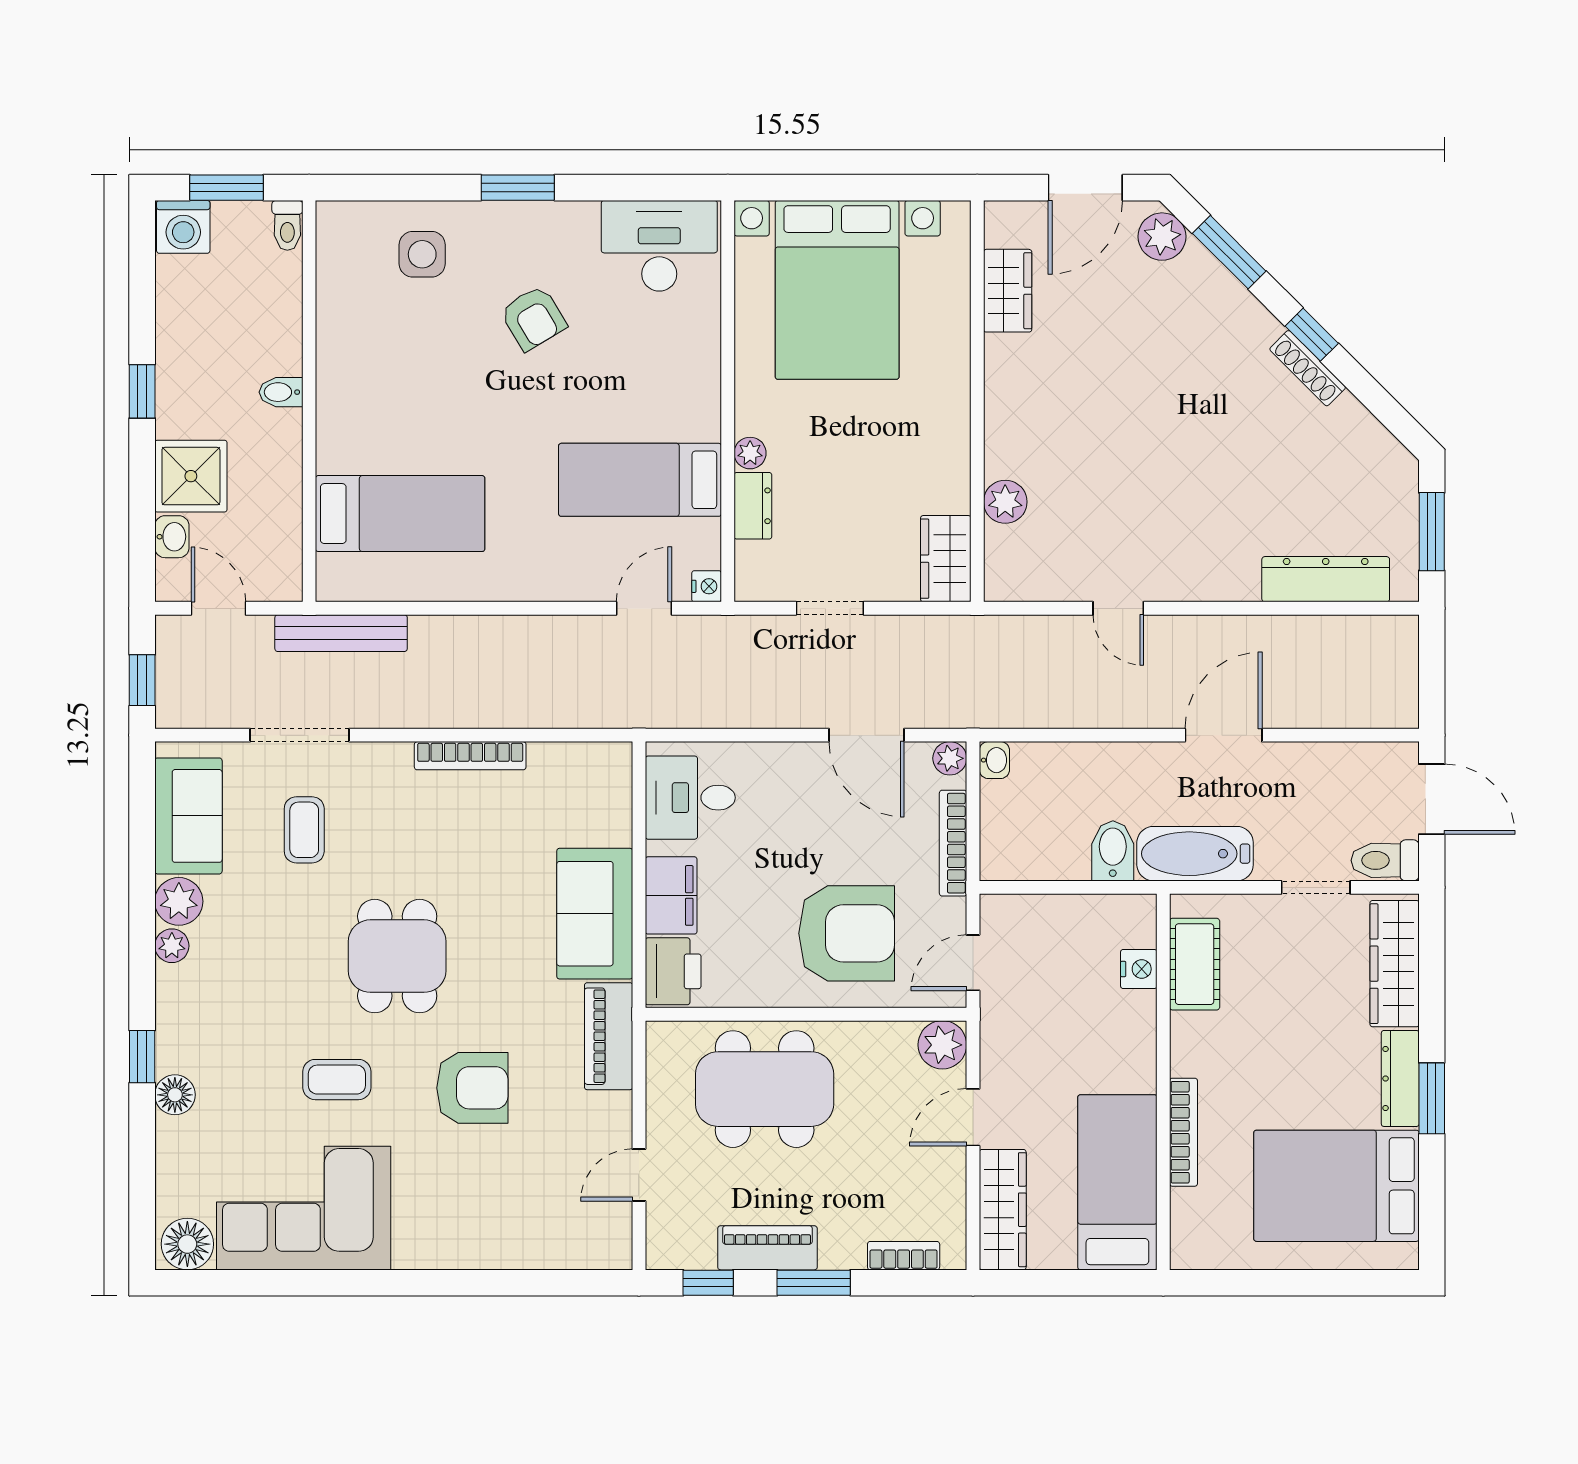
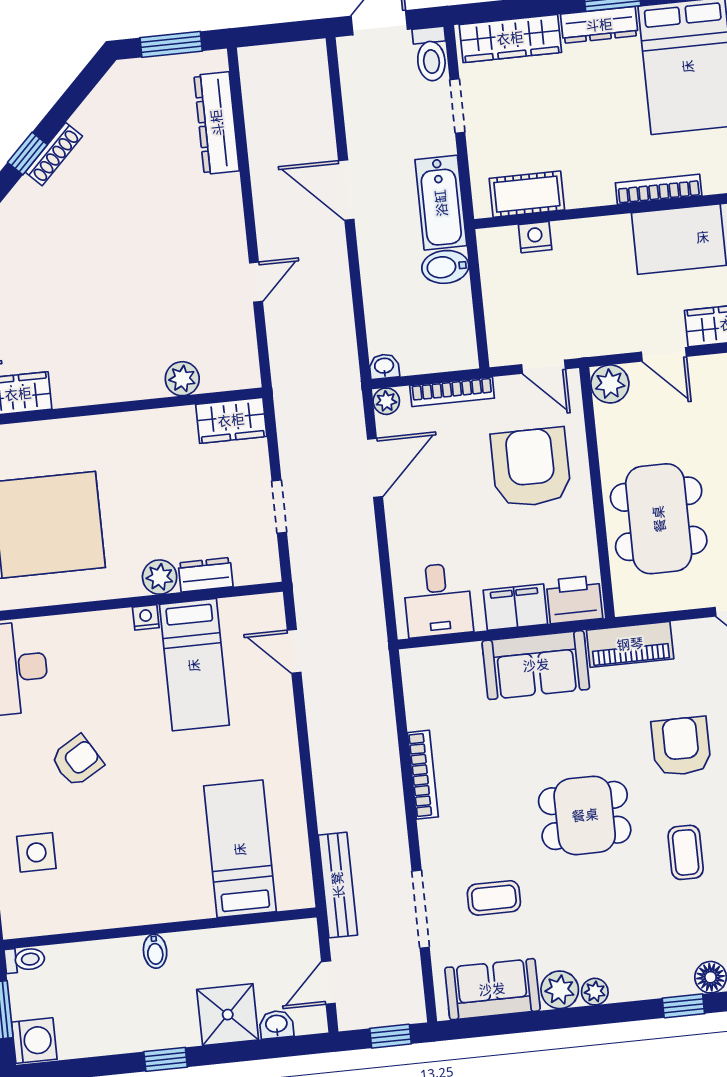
plant: (750, 453) -> (160, 577), width x1.38, depth x1.38
nightstand: (707, 586) -> (146, 617), moved

